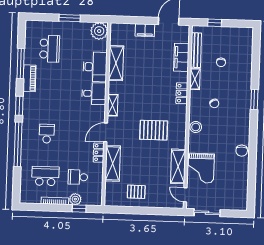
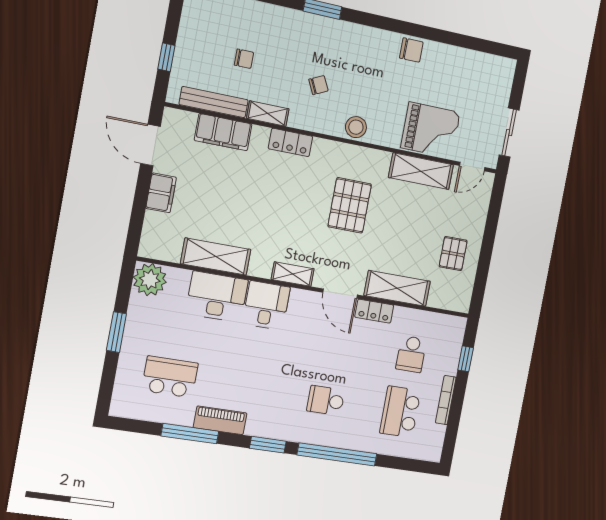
plant: (75, 199) -> (449, 364), removed

